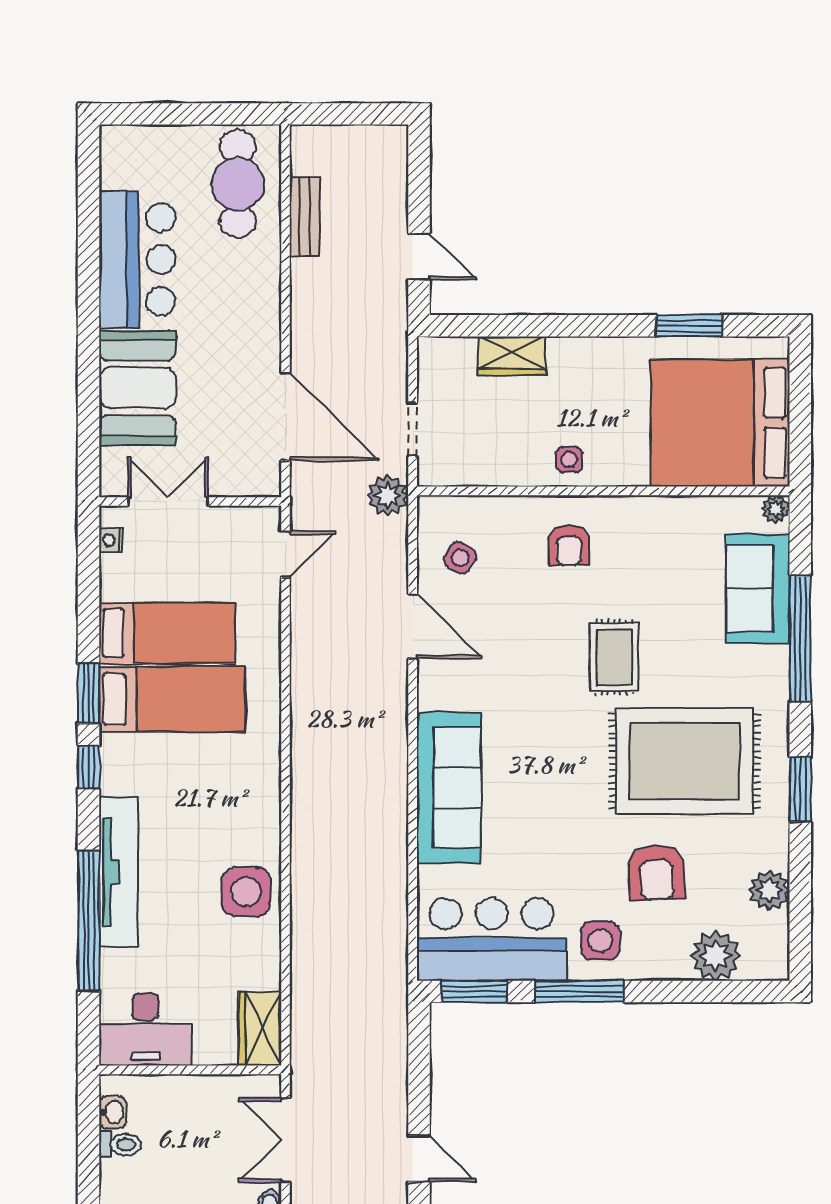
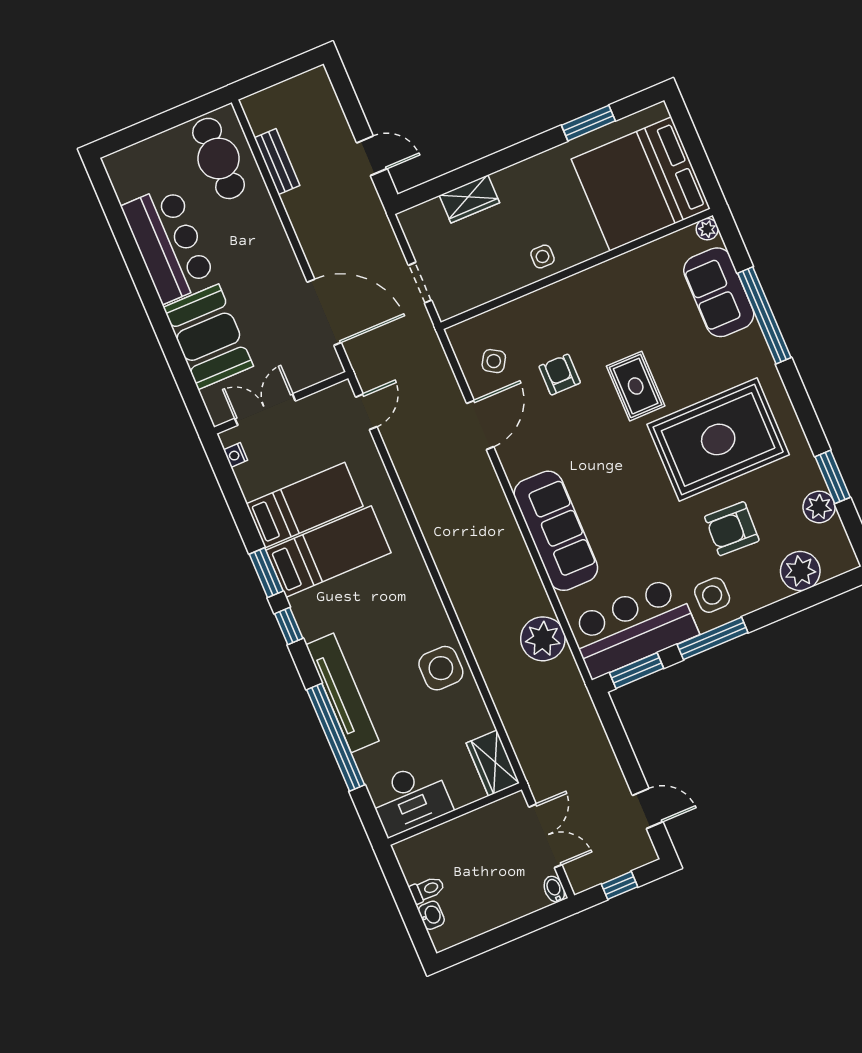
plant: (388, 495) -> (543, 639), moved, width x1.36, depth x1.36
armchair: (569, 545) -> (560, 375), moved, turned 180
door: (413, 626) -> (480, 425), hinge flipped
window: (800, 789) -> (833, 477), moved
armchair: (656, 872) -> (732, 529), turned 95
washbasin: (112, 1112) -> (431, 915), moved
double door: (286, 1140) -> (545, 836), swing flipped

